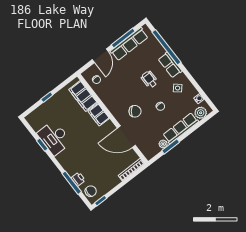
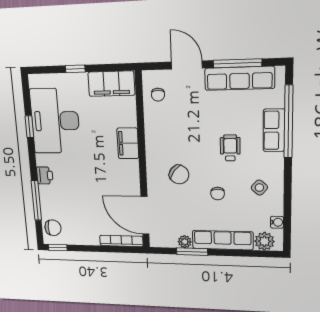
door: (100, 56) -> (187, 65), swing flipped
row of seats: (170, 65) -> (274, 130), moved
filing cabinet: (83, 96) -> (111, 84), moved, turned -90
door: (126, 137) -> (145, 215), moved
desk: (54, 138) -> (55, 121), width x1.36, depth x1.30
printer: (78, 179) -> (45, 175), moved

